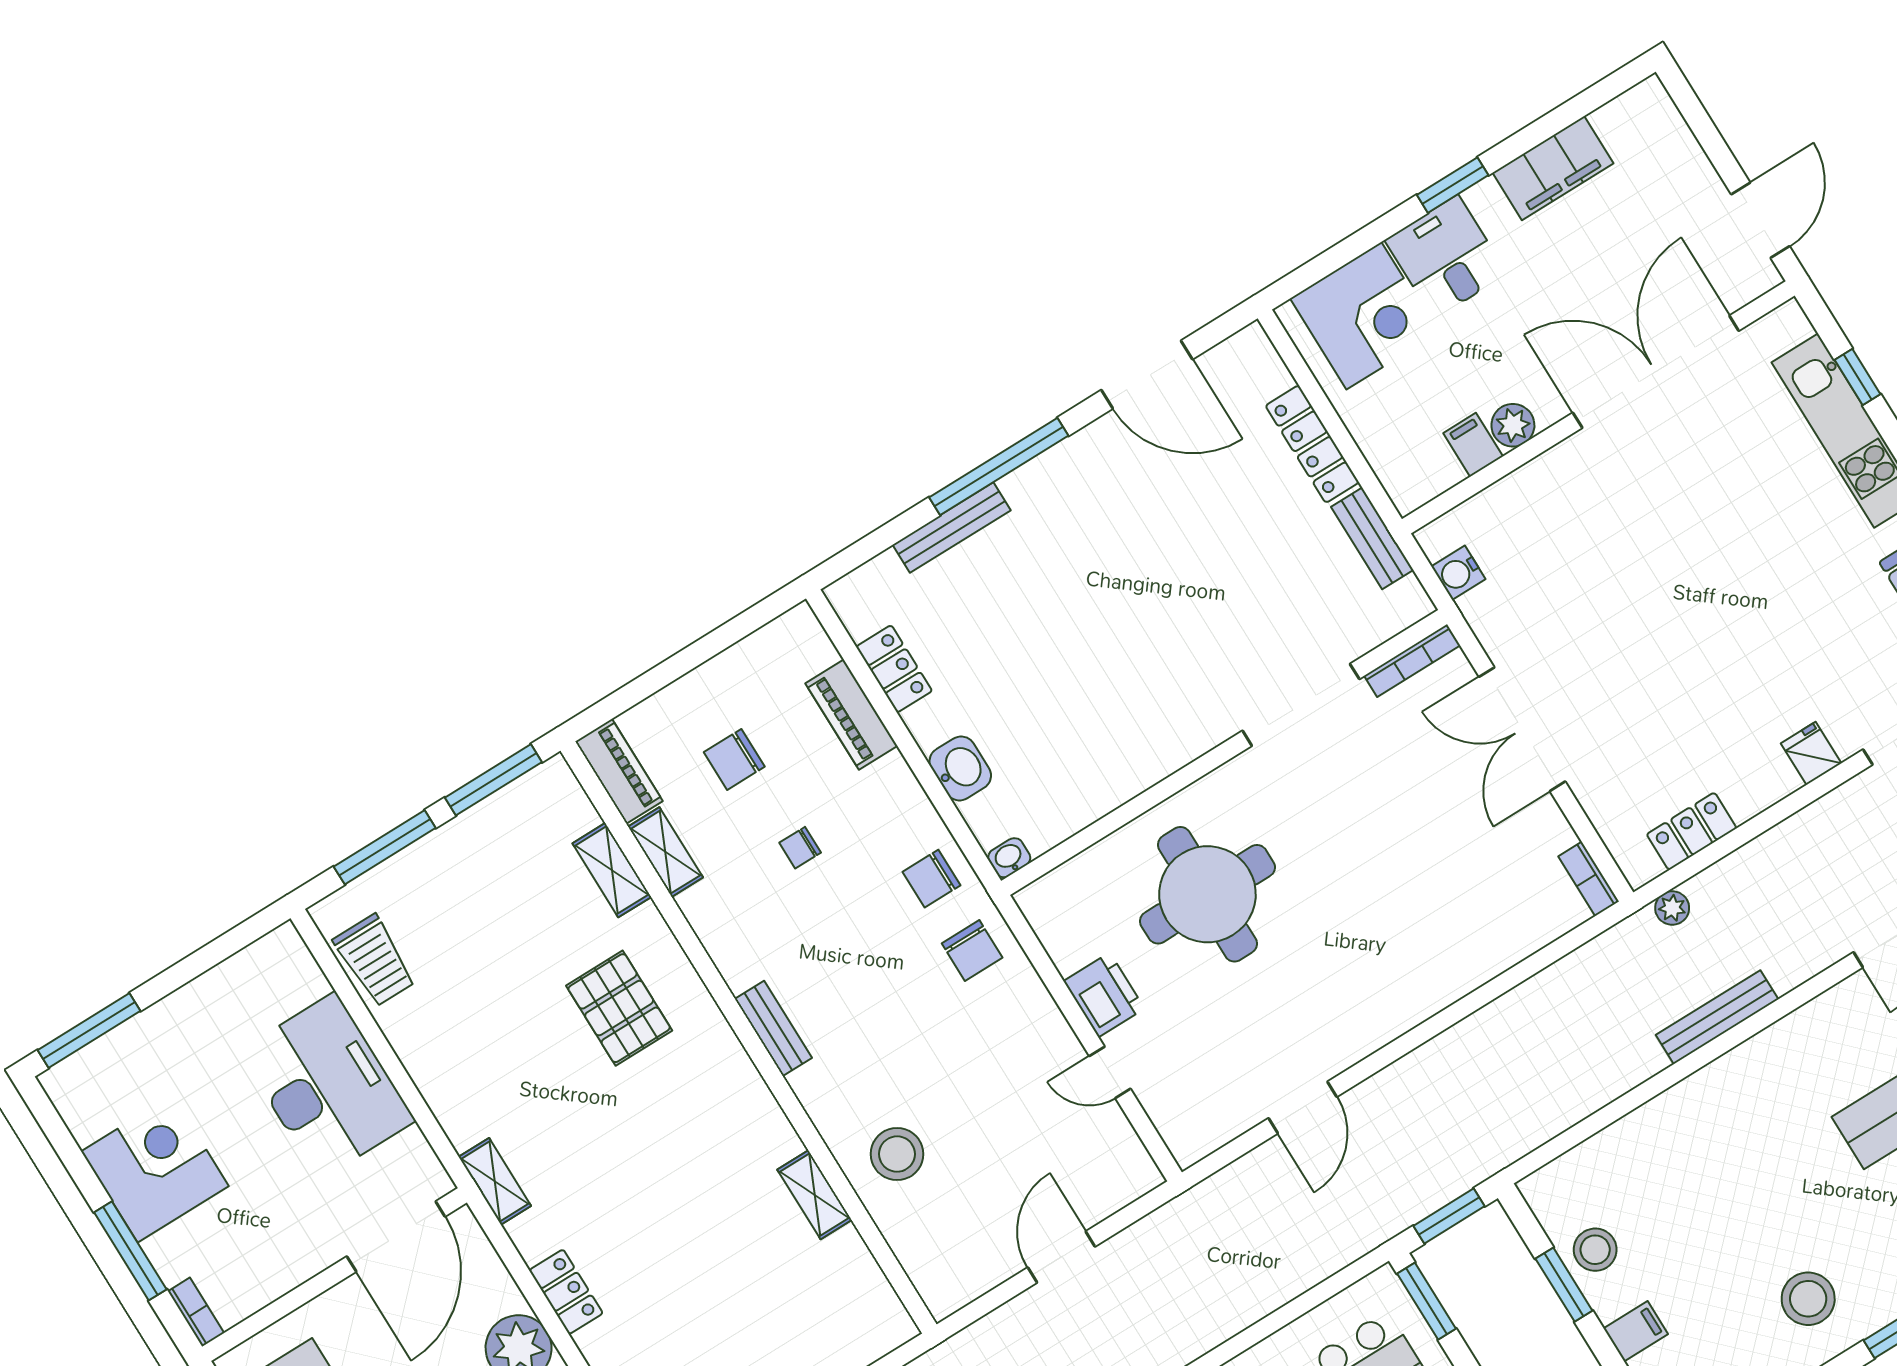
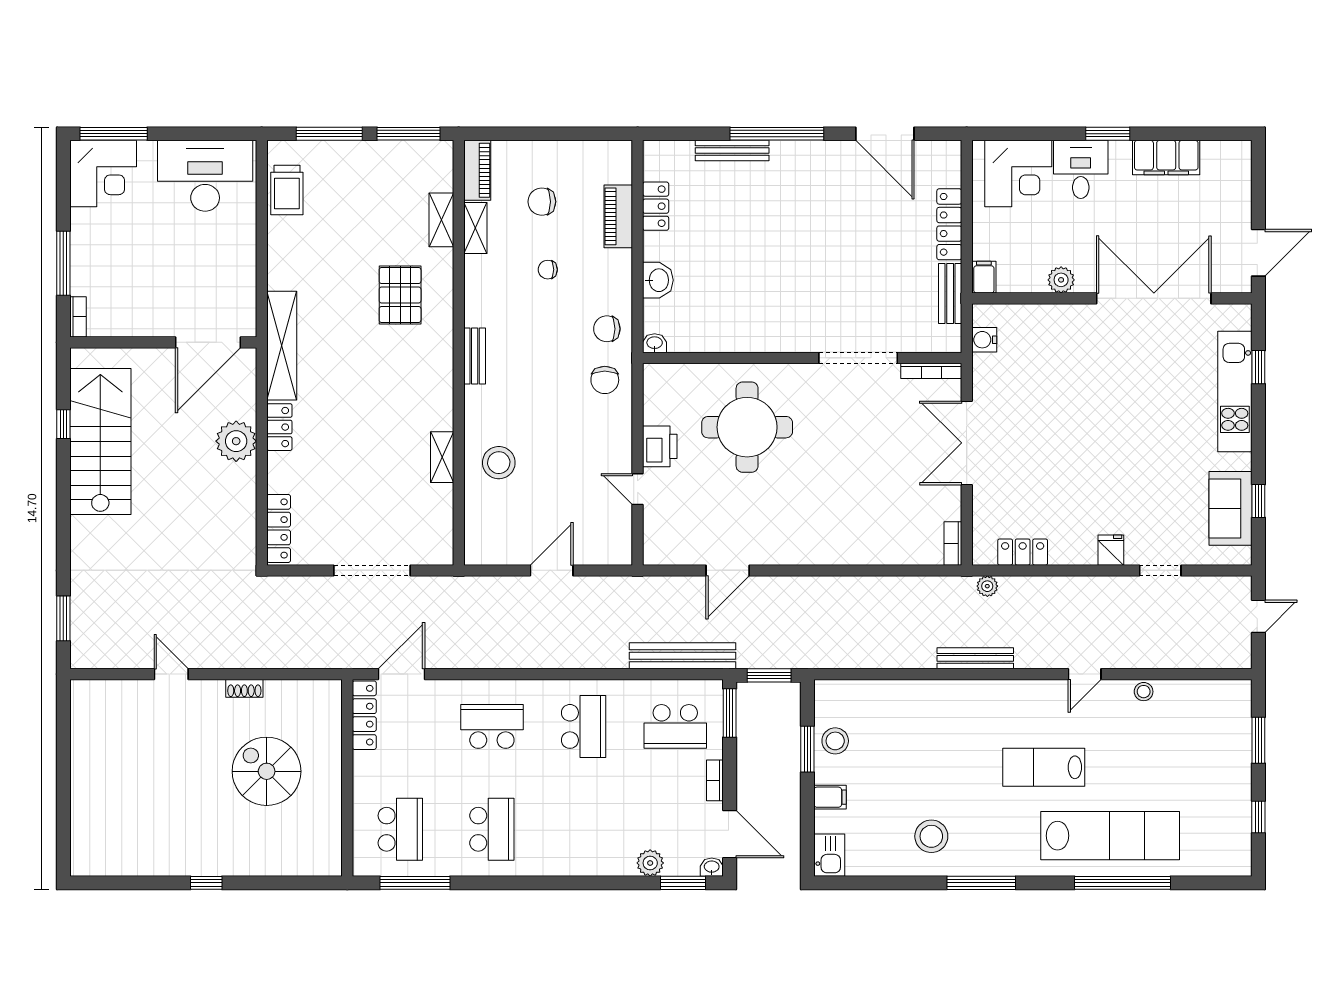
filing cabinet: (1473, 445) -> (984, 277), moved
desk: (327, 1086) -> (205, 176), moved, turned -90
corner desk: (155, 1169) -> (103, 174), moved, turned 90
shelving: (495, 1181) -> (282, 346), width x2.20, depth x1.33
bench: (1313, 1263) -> (682, 656), added

